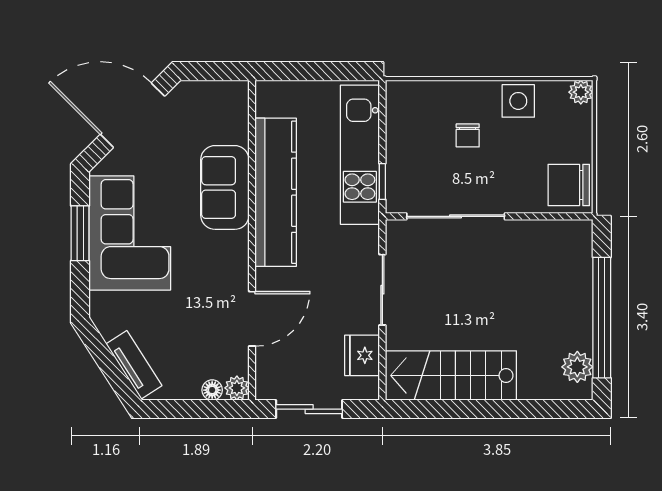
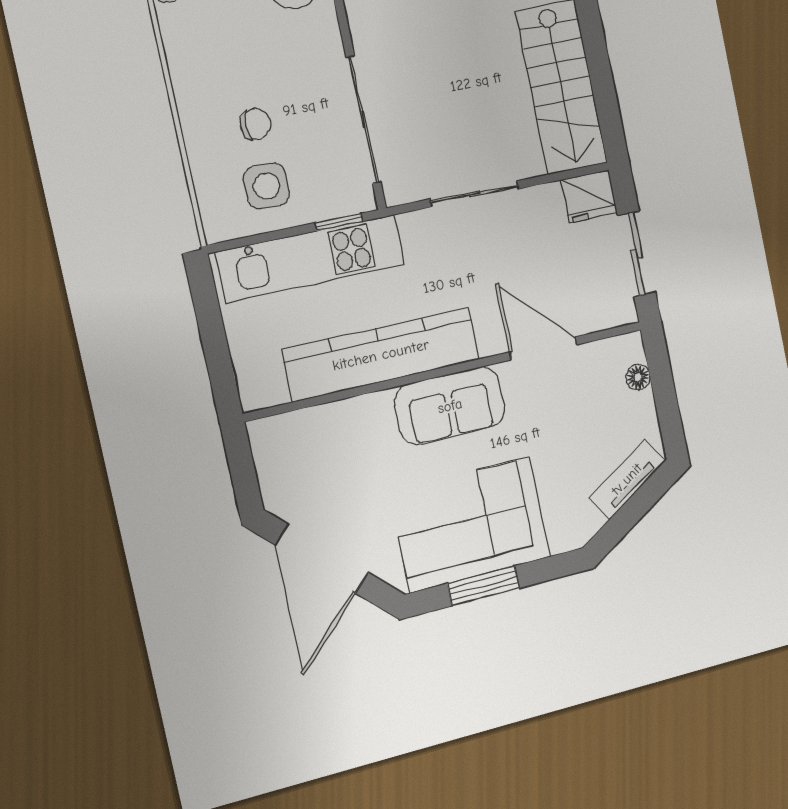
side table: (518, 101) -> (267, 186), moved
sofa: (225, 187) -> (450, 406), moved
fridge: (362, 355) -> (589, 196), moved
plant: (237, 388) -> (630, 348), removed

